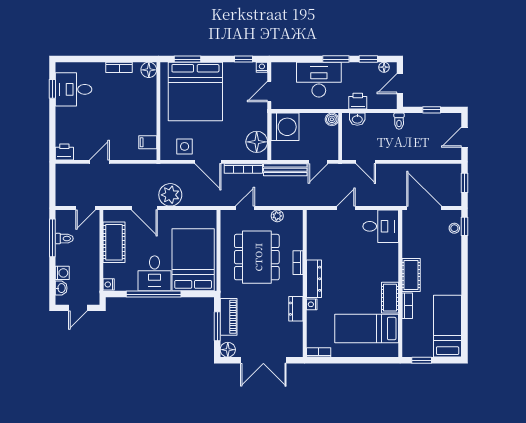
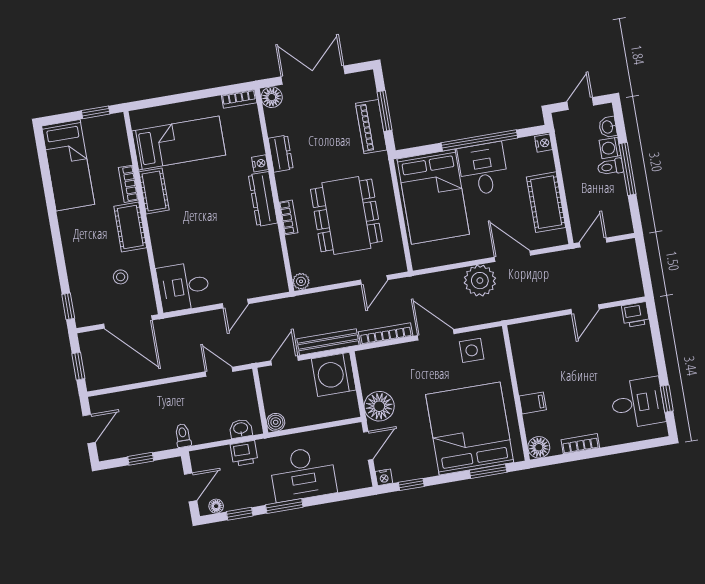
washing machine: (285, 127) -> (334, 374), moved
filing cabinet: (148, 142) -> (533, 403), moved
floor lamp: (257, 142) -> (379, 406), moved
plant: (277, 216) -> (301, 281), moved
stool: (454, 228) -> (121, 277), moved
window: (52, 238) -> (627, 169), moved
toilet: (64, 239) -> (610, 167), moved
floor lamp: (228, 350) -> (272, 97), moved

